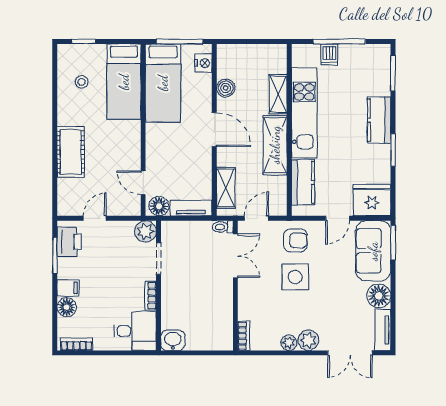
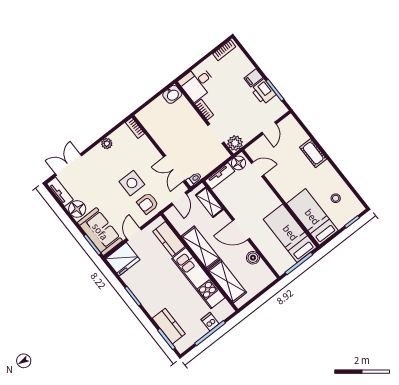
nightstand: (203, 63) -> (276, 262), removed
shelving: (278, 94) -> (227, 281), width x1.50, depth x1.33
kitchen counter: (379, 120) -> (169, 326), moved
cot: (71, 152) -> (313, 153), width x0.73, depth x0.75
printer: (69, 242) -> (263, 92), moved
floor lamp: (67, 307) -> (246, 67), removed
plant: (308, 340) -> (97, 154), removed

